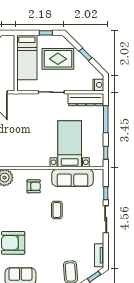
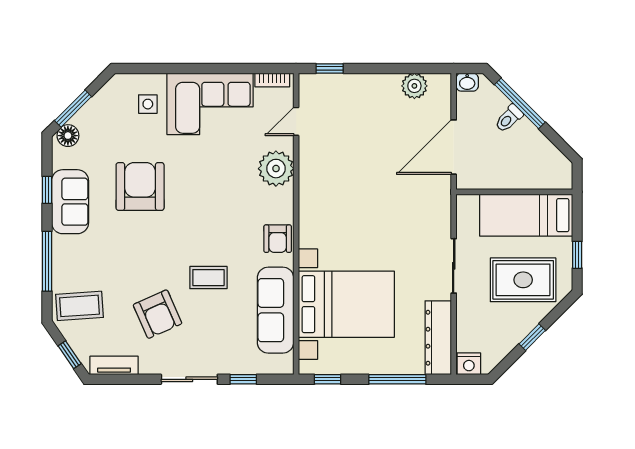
rug: (58, 59) -> (523, 280), turned 90
bed with nightstands: (70, 144) -> (346, 304), width x1.36
armchair: (34, 186) -> (278, 239), moved
armchair: (74, 234) -> (158, 314), added

